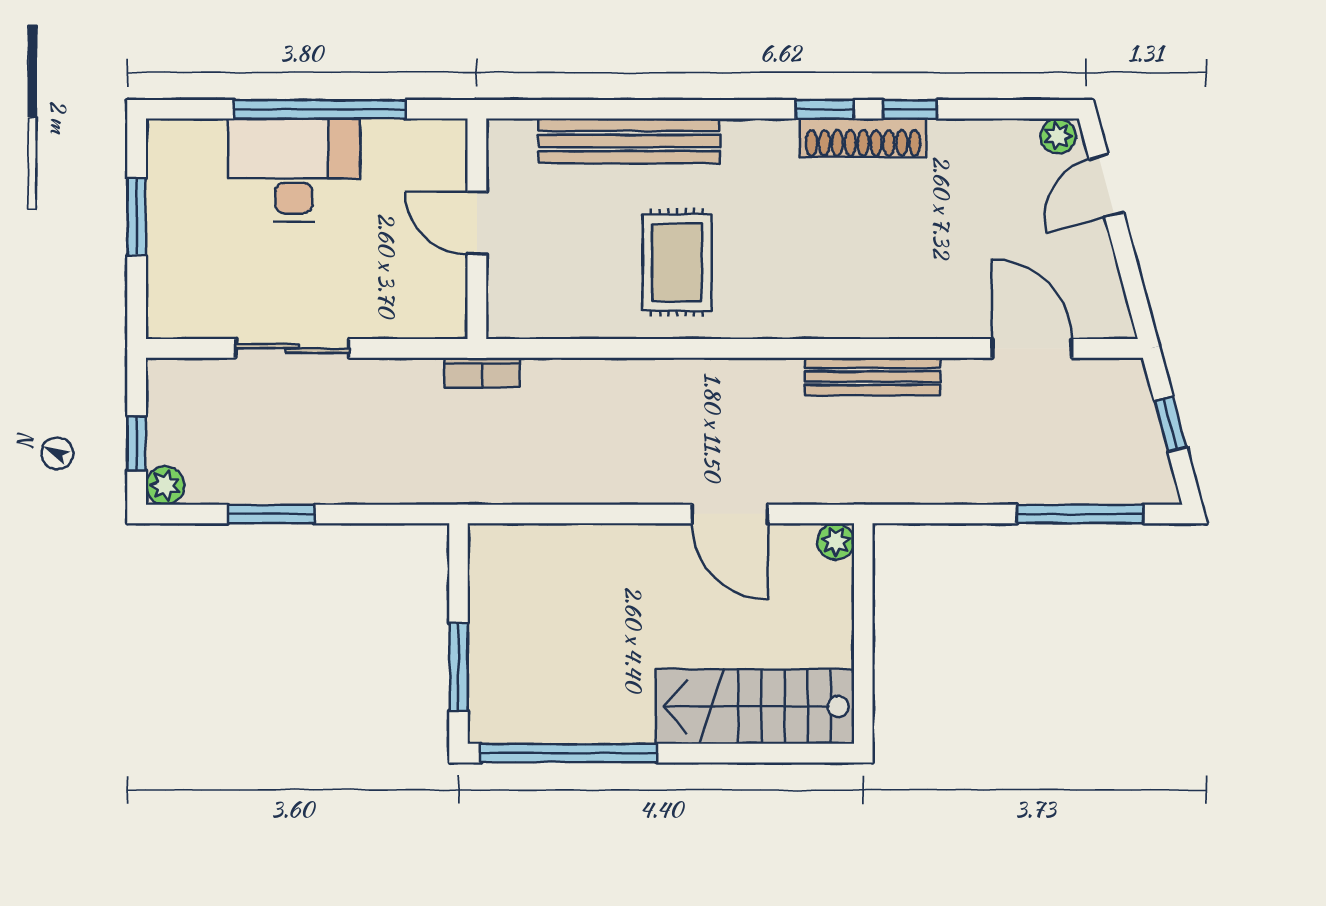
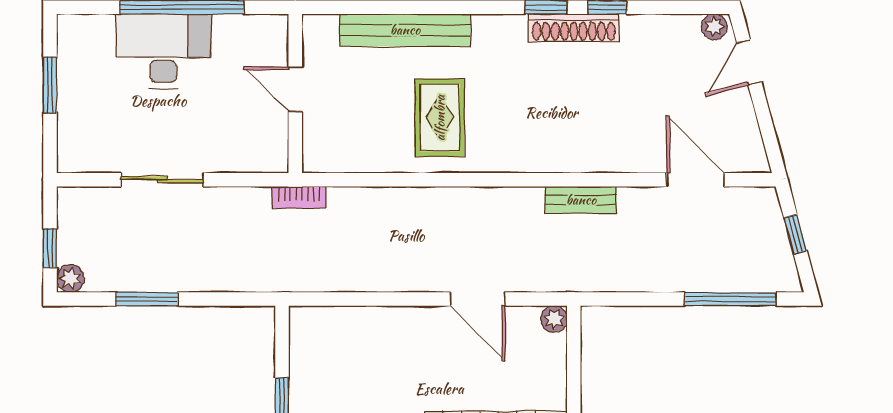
bench: (873, 377) -> (581, 200), width x0.73

